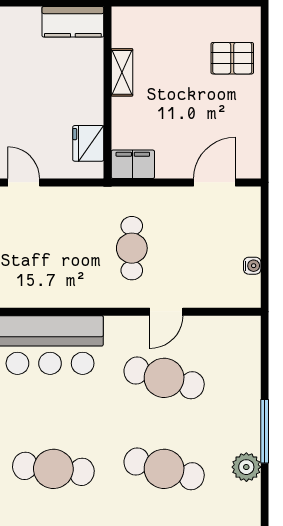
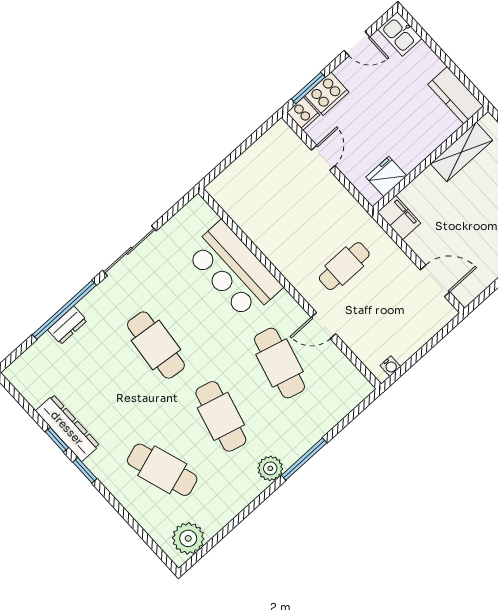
shelving: (122, 72) -> (462, 152), width x1.50, depth x1.33
water cooler: (252, 266) -> (390, 366), moved

